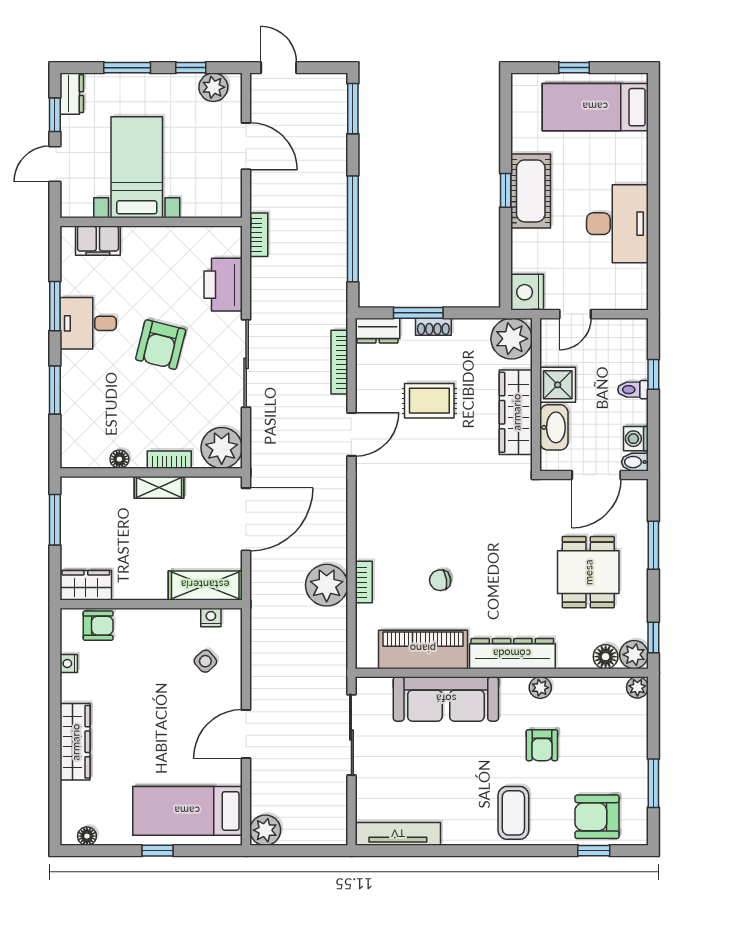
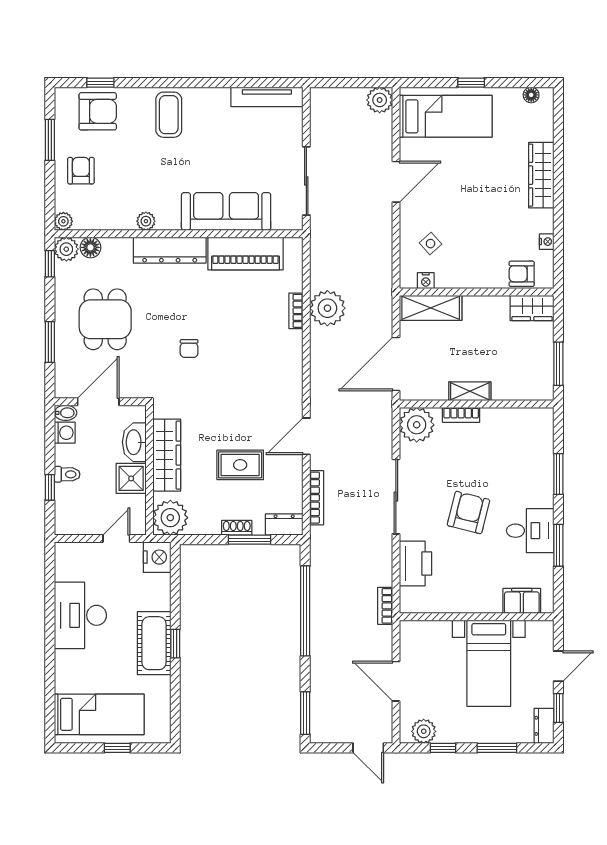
floor lamp: (119, 459) -> (504, 415), removed
chair: (440, 580) -> (189, 348), moved, turned 98
armchair: (542, 745) -> (81, 171), moved

